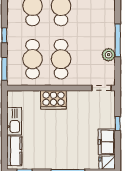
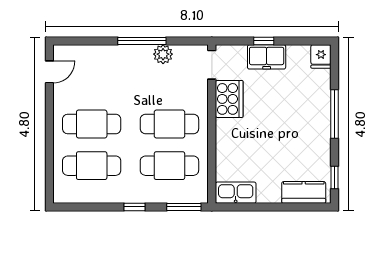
cooker: (54, 100) -> (229, 99), moved
kitchen sink: (14, 121) -> (236, 193), moved
freezer: (107, 142) -> (267, 57), moved

